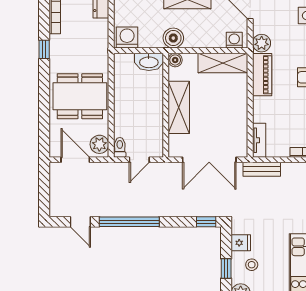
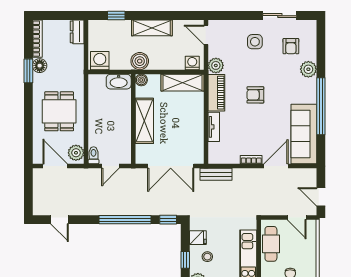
floor lamp: (57, 43) -> (40, 66), added
window: (44, 49) -> (28, 71), width x1.50
dining table: (80, 96) -> (59, 111), width x0.73
tv unit: (259, 140) -> (214, 127), moved
window: (129, 222) -> (125, 220), moved

